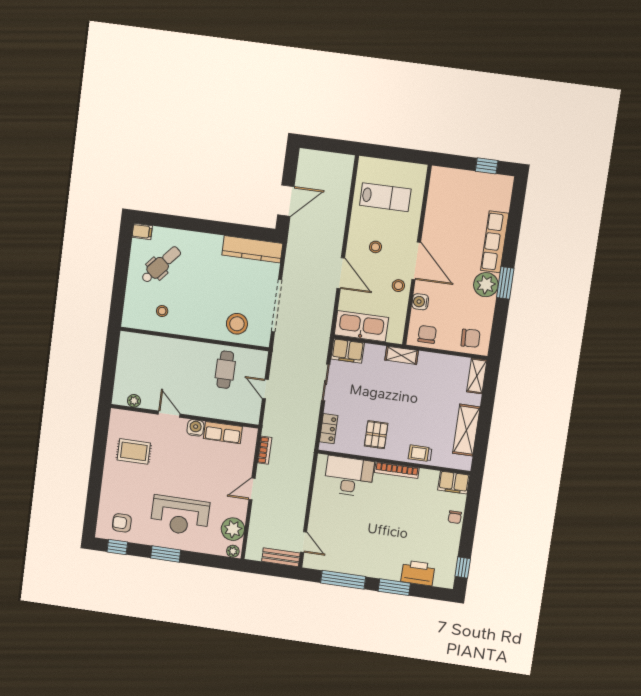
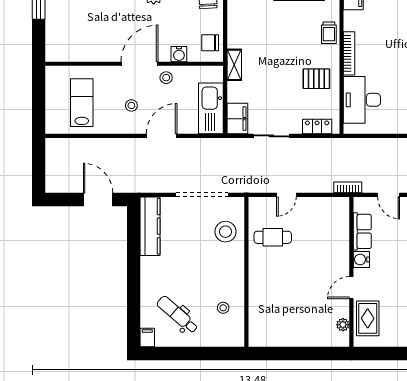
plant: (134, 401) -> (343, 325), moved
door: (169, 414) -> (351, 288), moved
wall: (185, 416) -> (351, 272), moved
water cooler: (195, 428) -> (361, 259), moved
row of seats: (223, 433) -> (362, 231), moved

